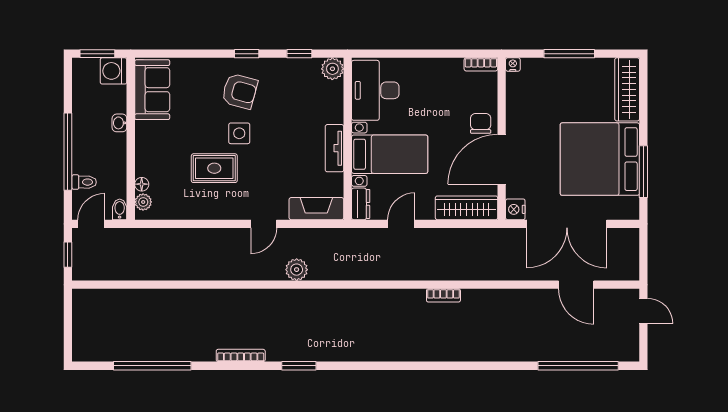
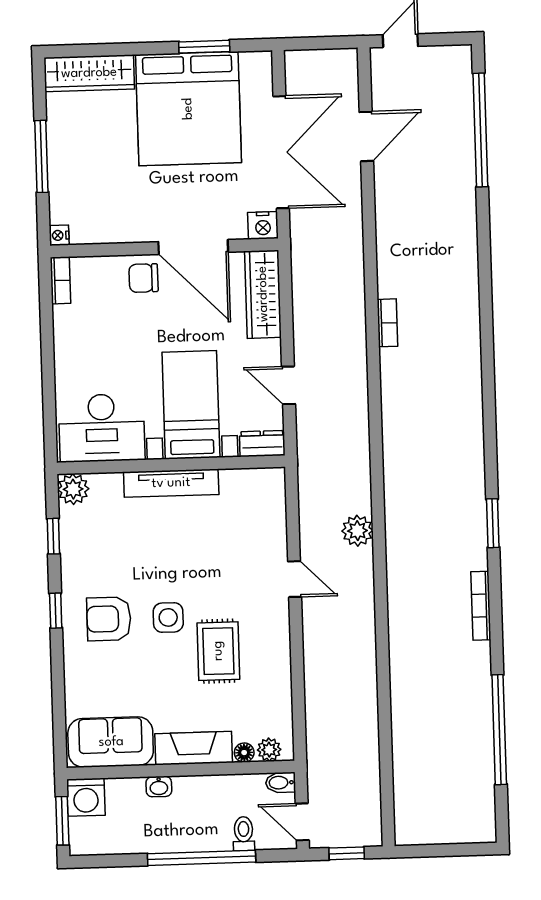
armchair: (240, 91) -> (109, 619), turned -105
tv unit: (334, 148) -> (171, 483), width x1.41
window: (643, 172) -> (204, 47), width x0.69
fireplace: (316, 209) -> (194, 748), moved, turned 90

